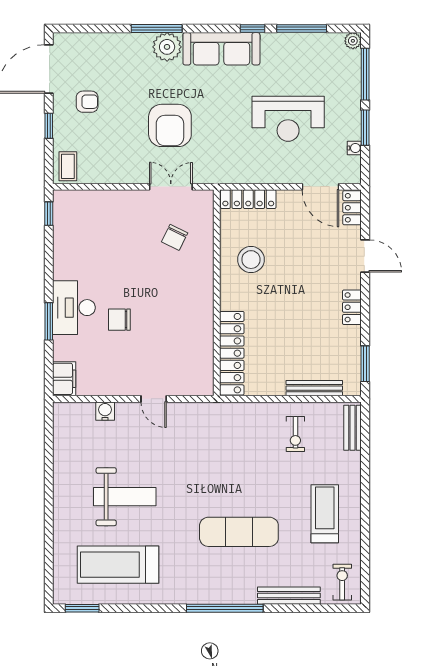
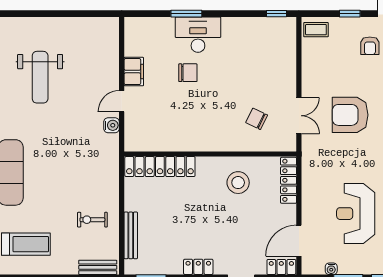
chair: (119, 320) -> (188, 73), turned 90
filing cabinet: (64, 379) -> (134, 72), moved, turned -90
water cooler: (105, 411) -> (112, 125), moved

